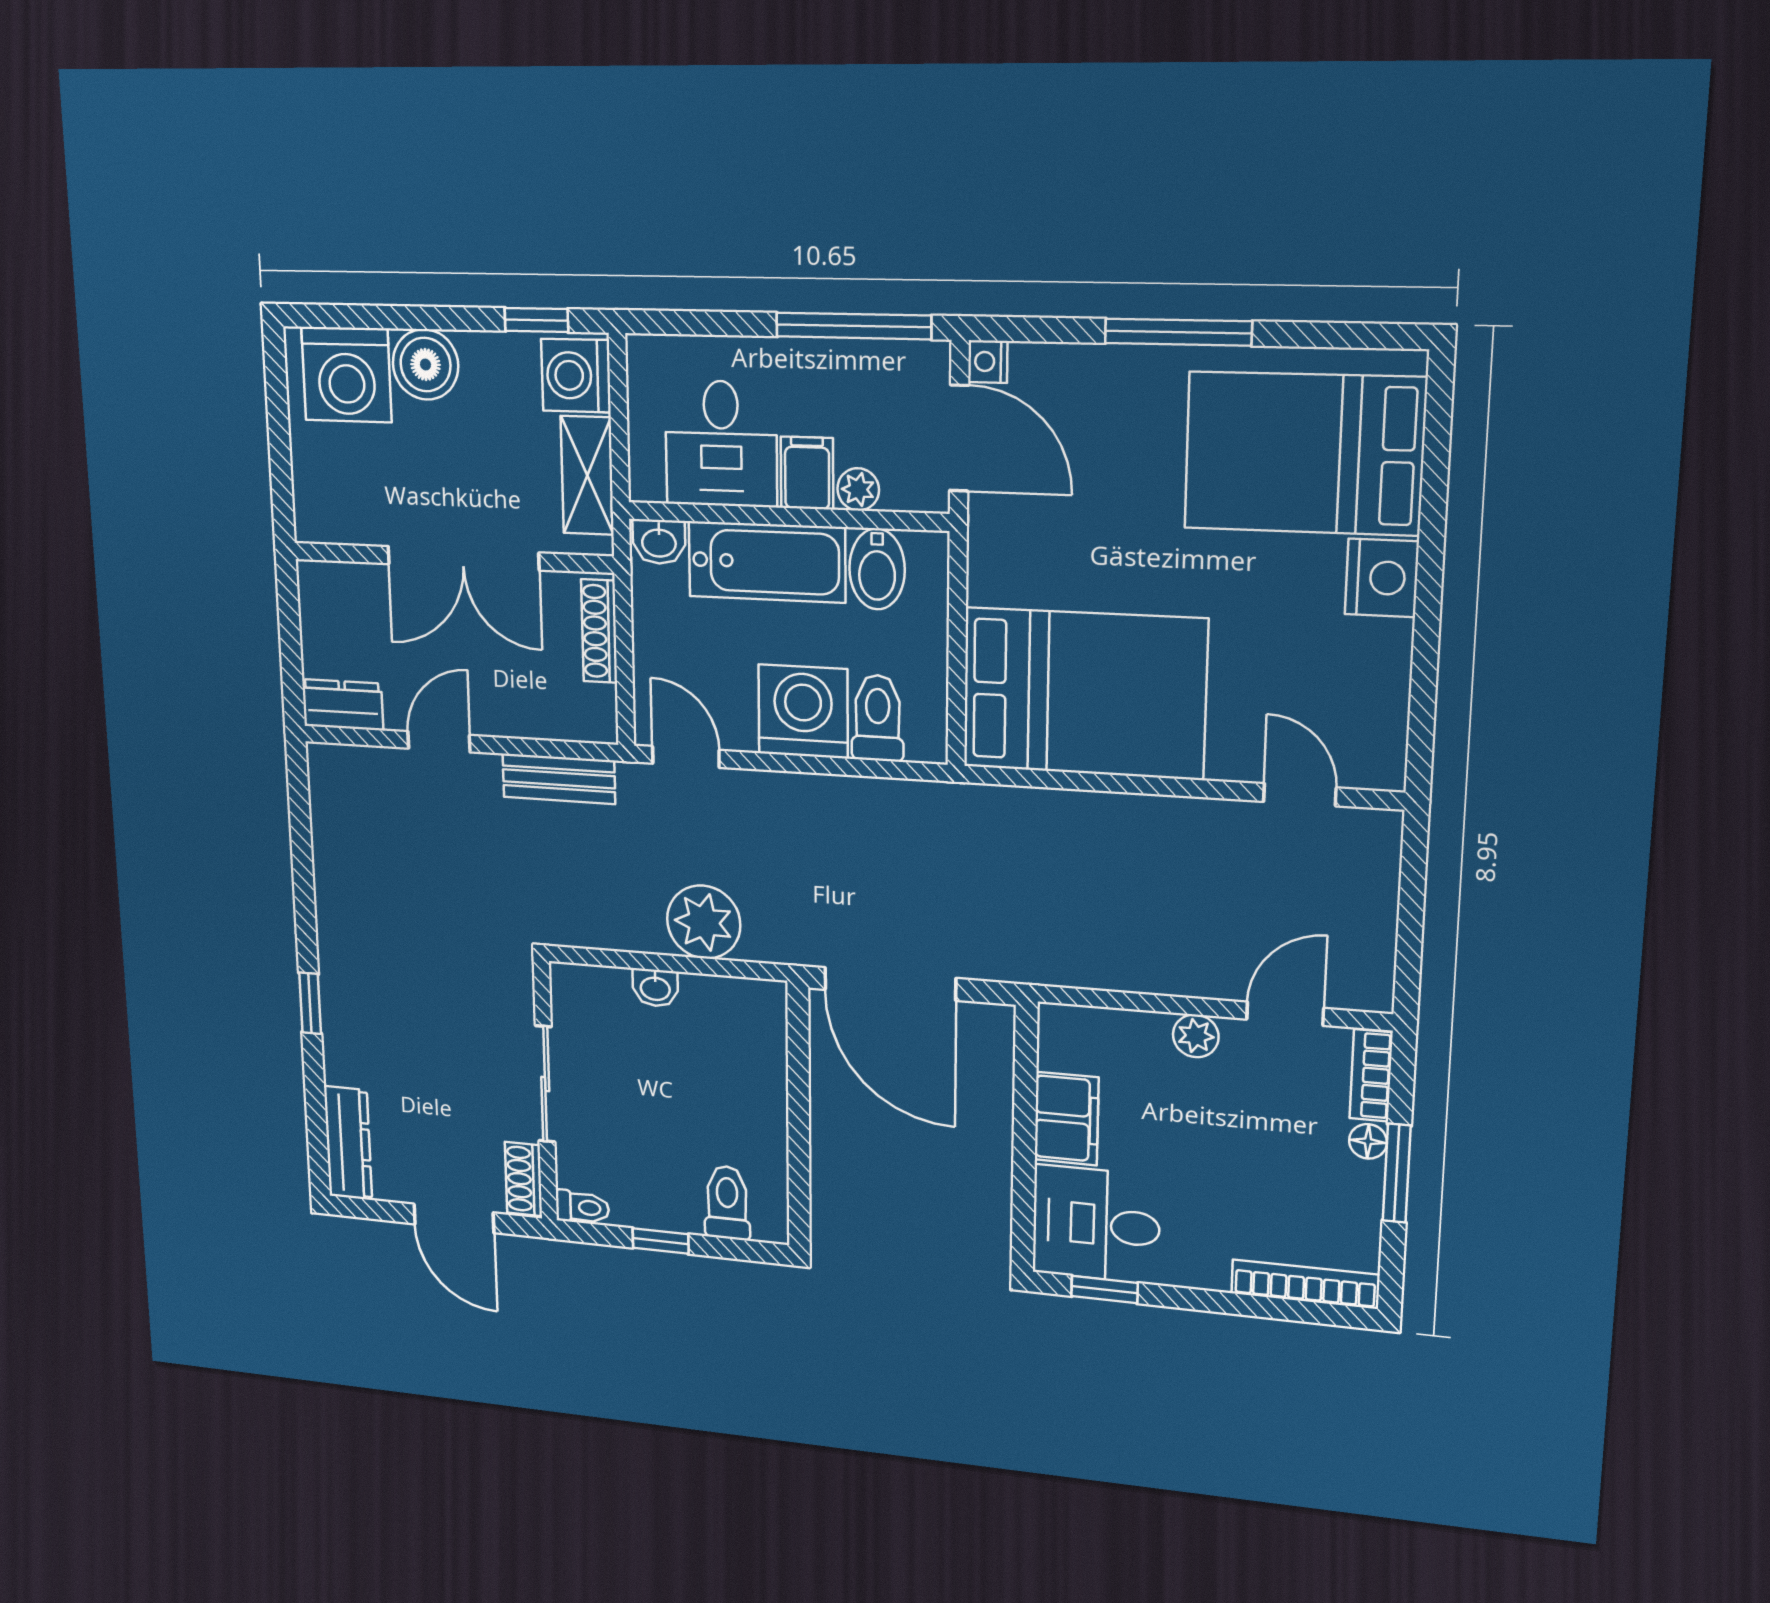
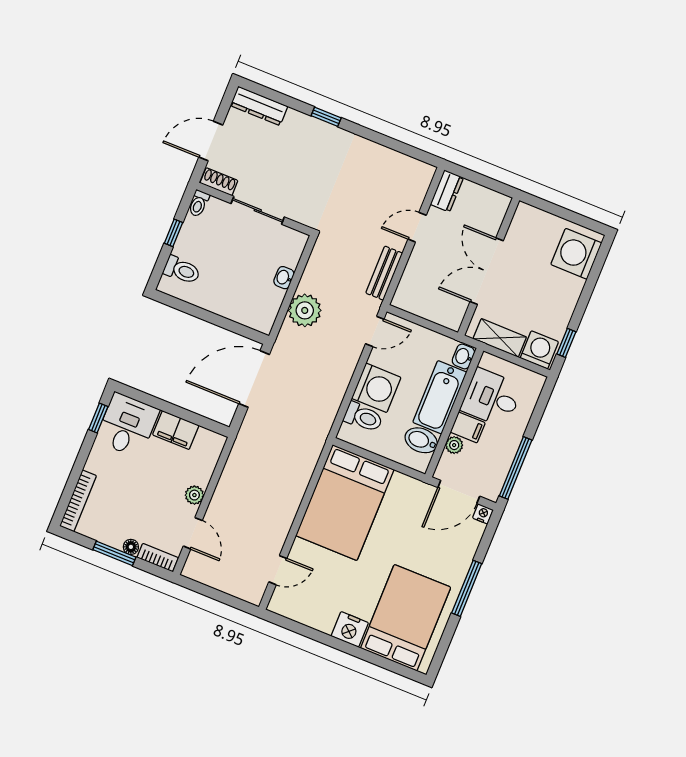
boiler: (426, 364) -> (567, 289), removed
shoe rack: (599, 631) -> (437, 316), removed
door: (439, 742) -> (417, 227), swing flipped

